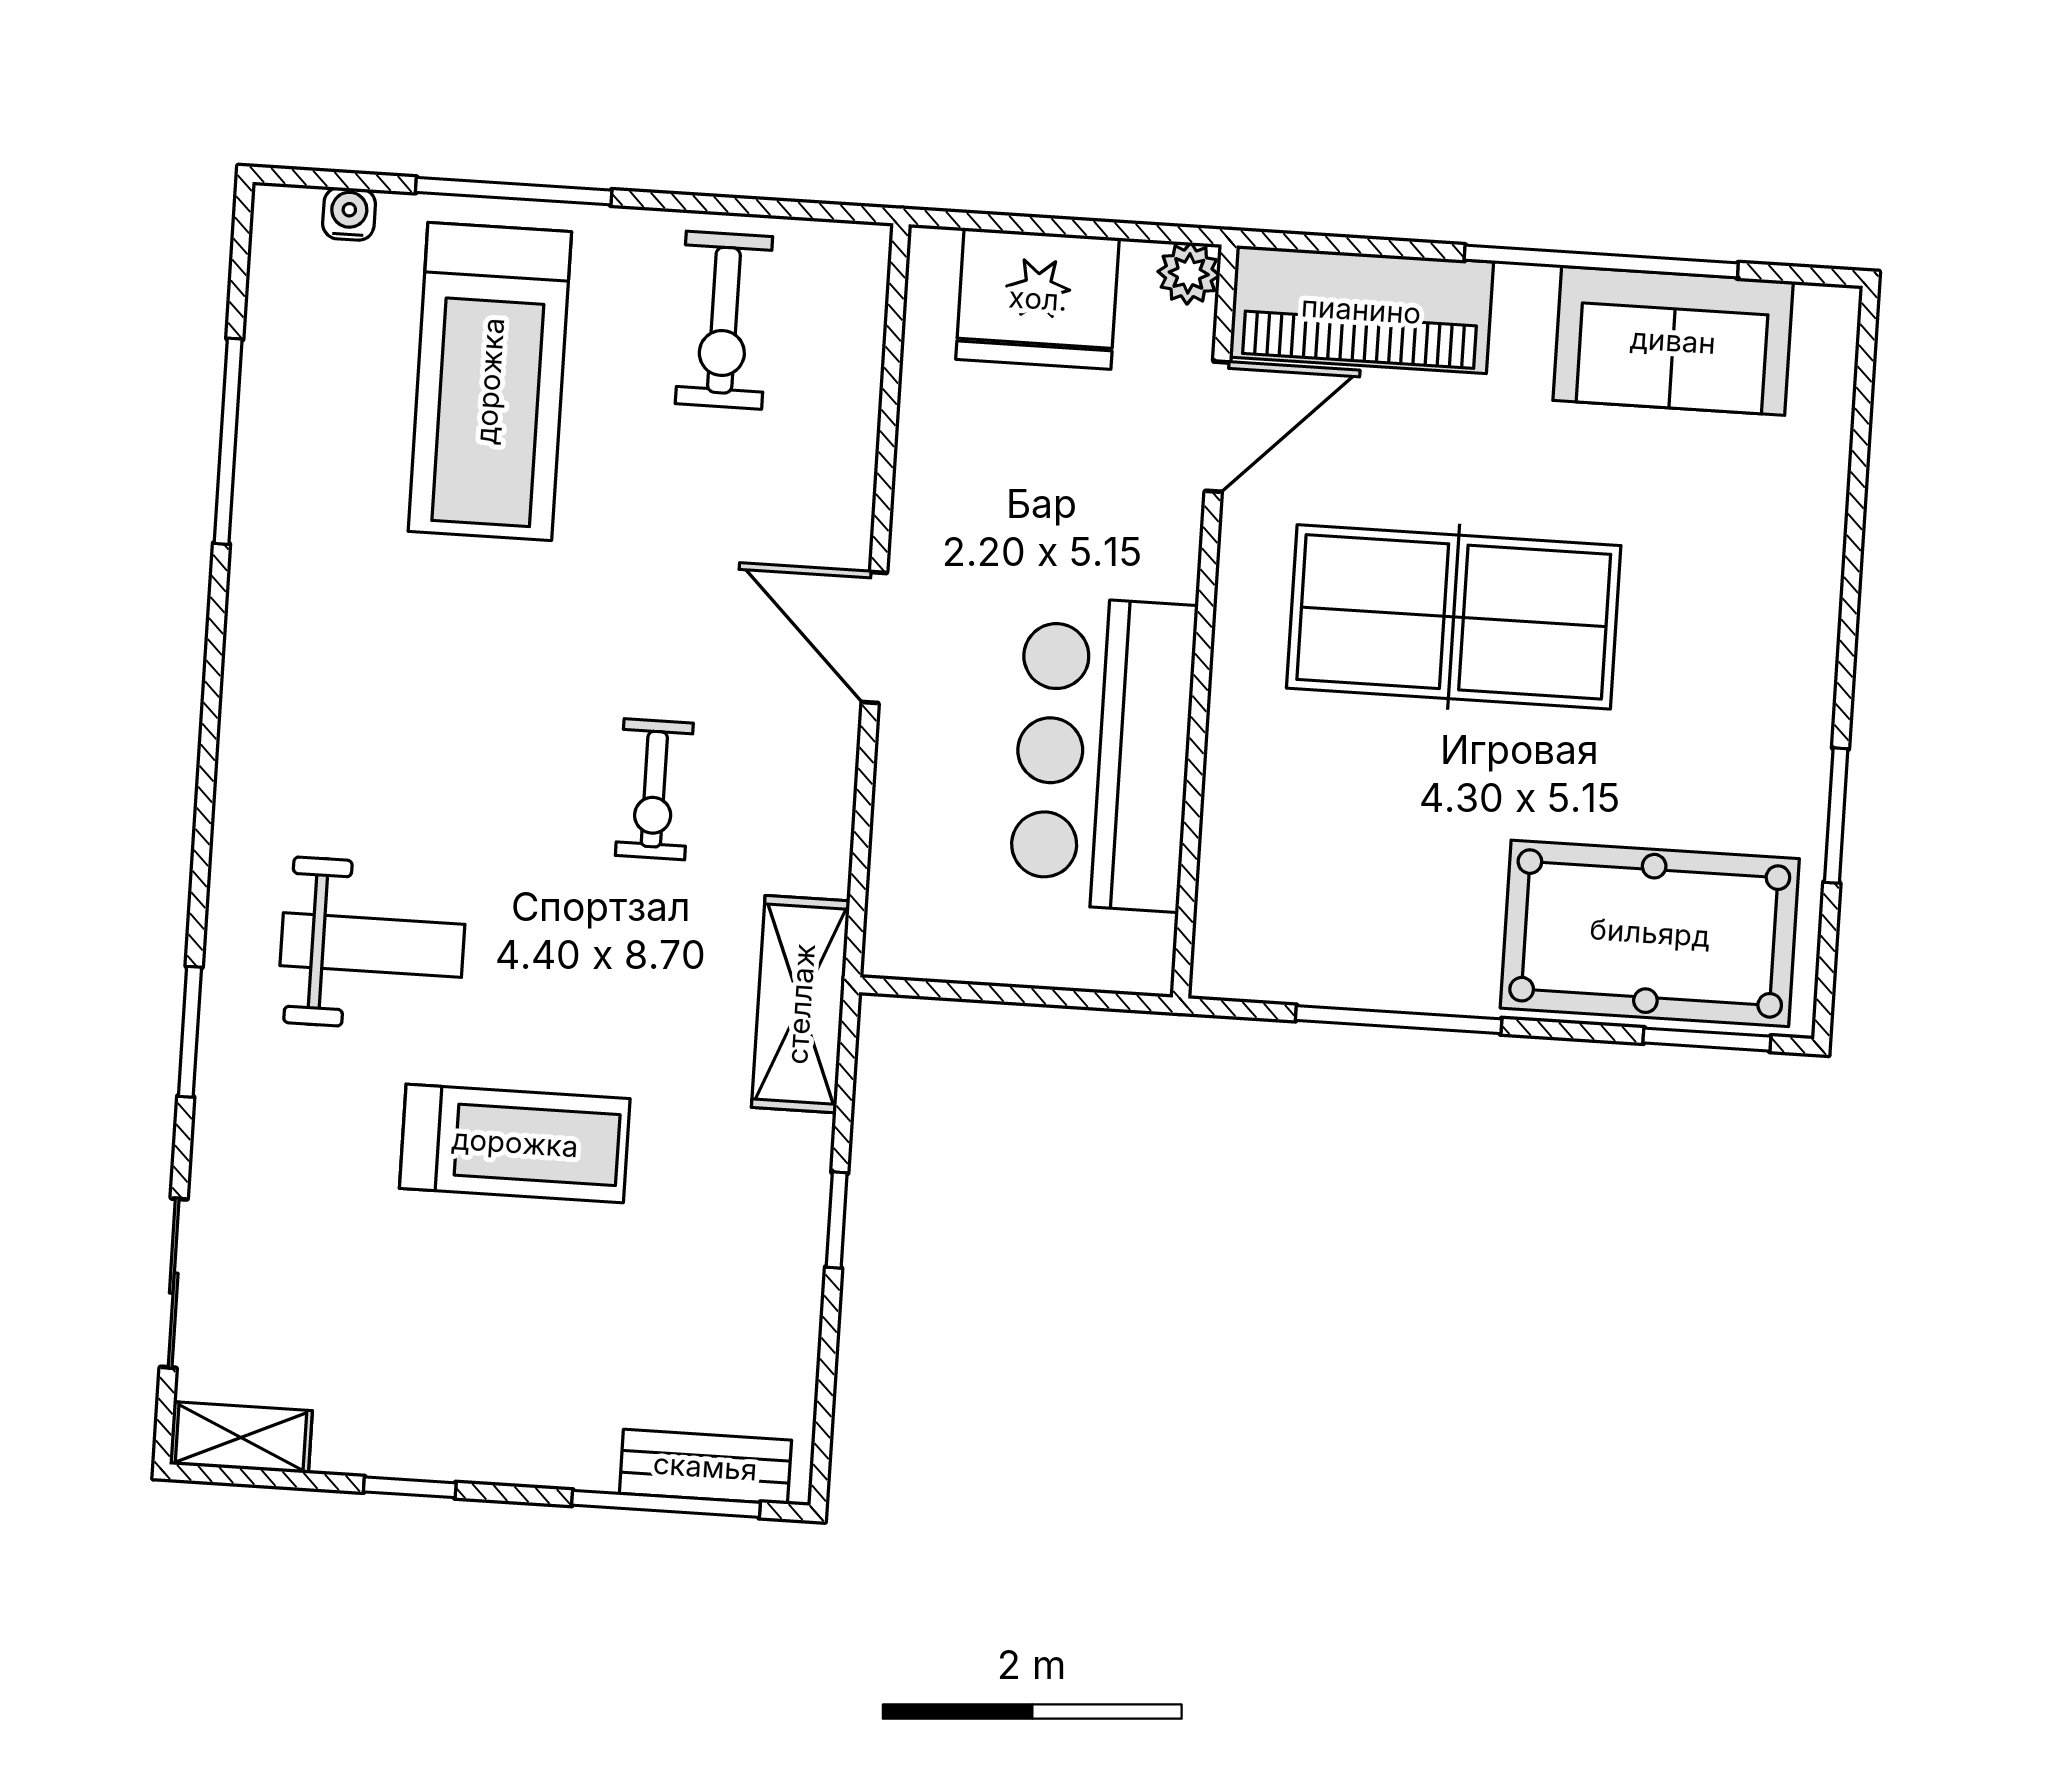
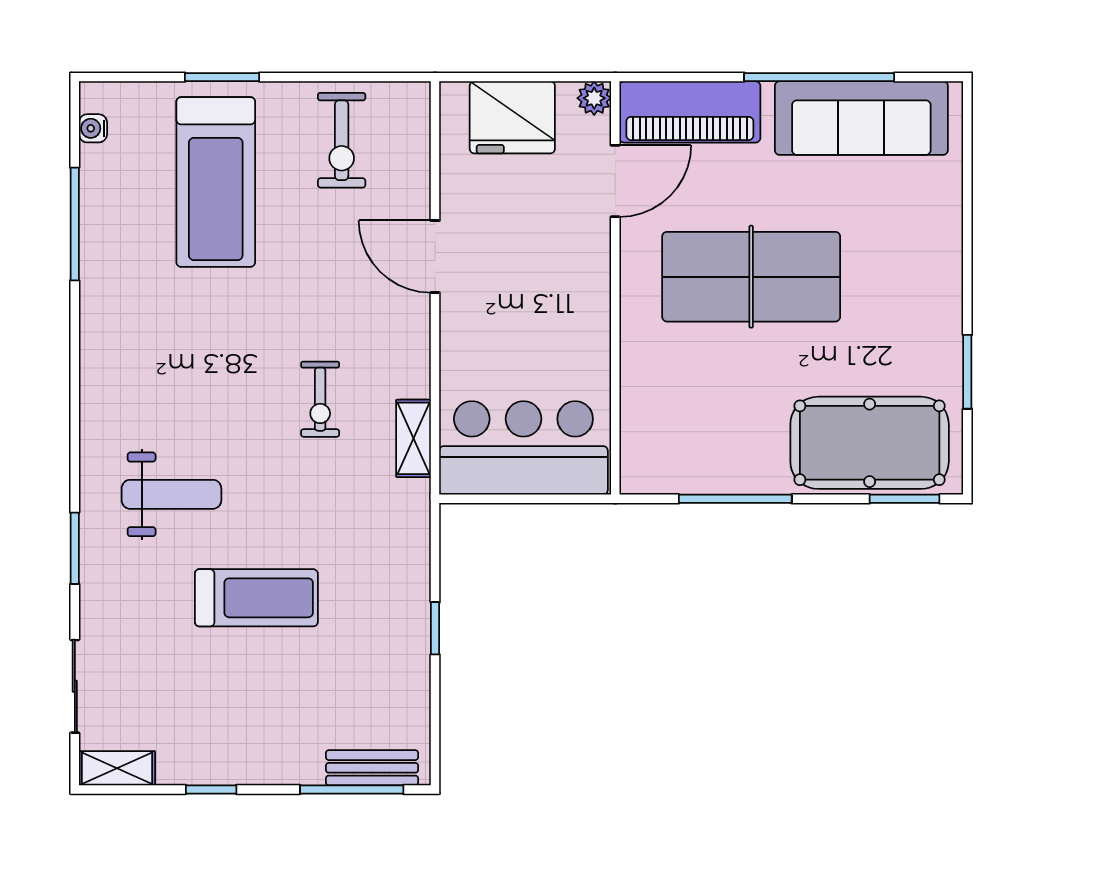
window: (514, 191) -> (222, 77), width x0.69
water cooler: (349, 214) -> (93, 128), moved, turned -90
sofa: (1673, 341) -> (861, 118), width x1.36
door: (874, 638) -> (435, 257), moved
bar counter: (1103, 754) -> (523, 448), moved, turned 90
shelving: (801, 1004) -> (414, 438), moved, width x0.67, depth x0.75

